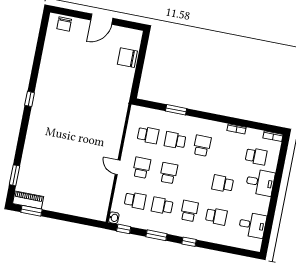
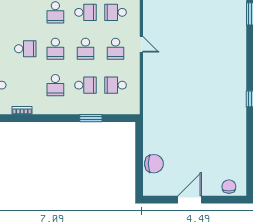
school desk: (216, 216) -> (55, 49), moved, turned -90

